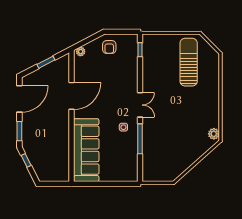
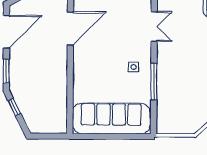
double door: (140, 105) -> (154, 27), moved
sofa: (86, 150) -> (111, 118), moved, turned -90

